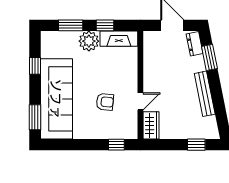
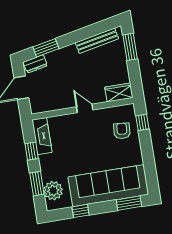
plant: (89, 41) -> (53, 191), moved
bench: (205, 94) -> (97, 41), moved
door: (140, 101) -> (85, 108), moved
armchair: (105, 102) -> (122, 131), moved
window: (196, 145) -> (130, 47), width x1.50

